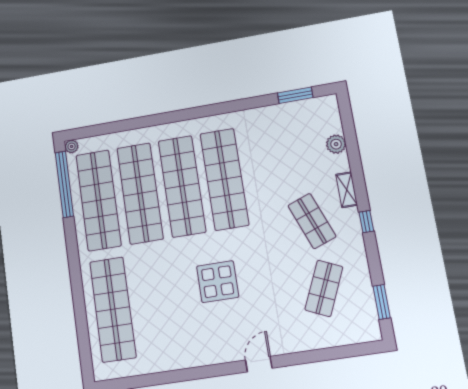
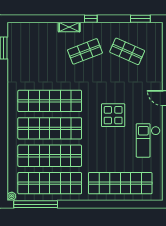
plant: (336, 144) -> (39, 28), removed
checkout: (186, 344) -> (148, 140), added

